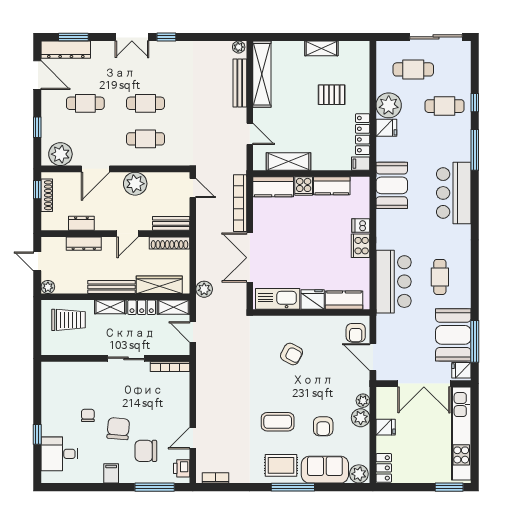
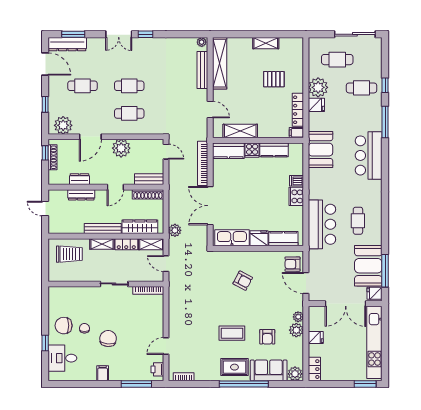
plant: (48, 287) -> (53, 228), removed
armchair: (356, 333) -> (293, 264), turned 90
chair: (146, 451) -> (64, 326), moved
window: (293, 487) -> (244, 384), width x1.46

